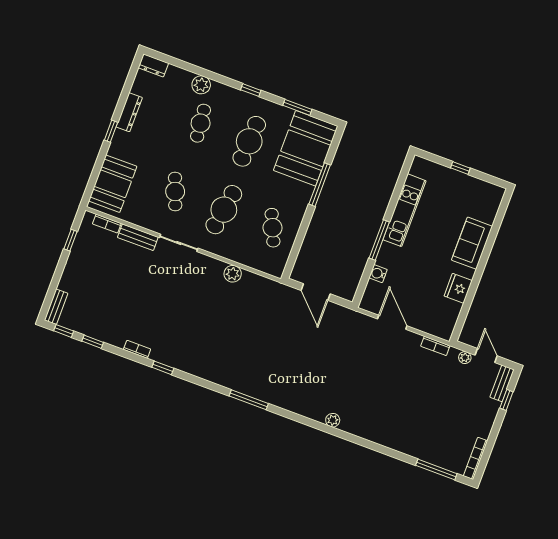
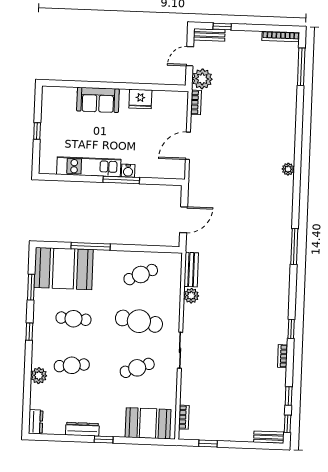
cafe table: (249, 141) -> (73, 319), width x0.73, depth x0.74
bench: (138, 237) -> (191, 270), moved
water cooler: (378, 274) -> (128, 171), moved
plant: (465, 358) -> (202, 79), width x1.88, depth x1.88

